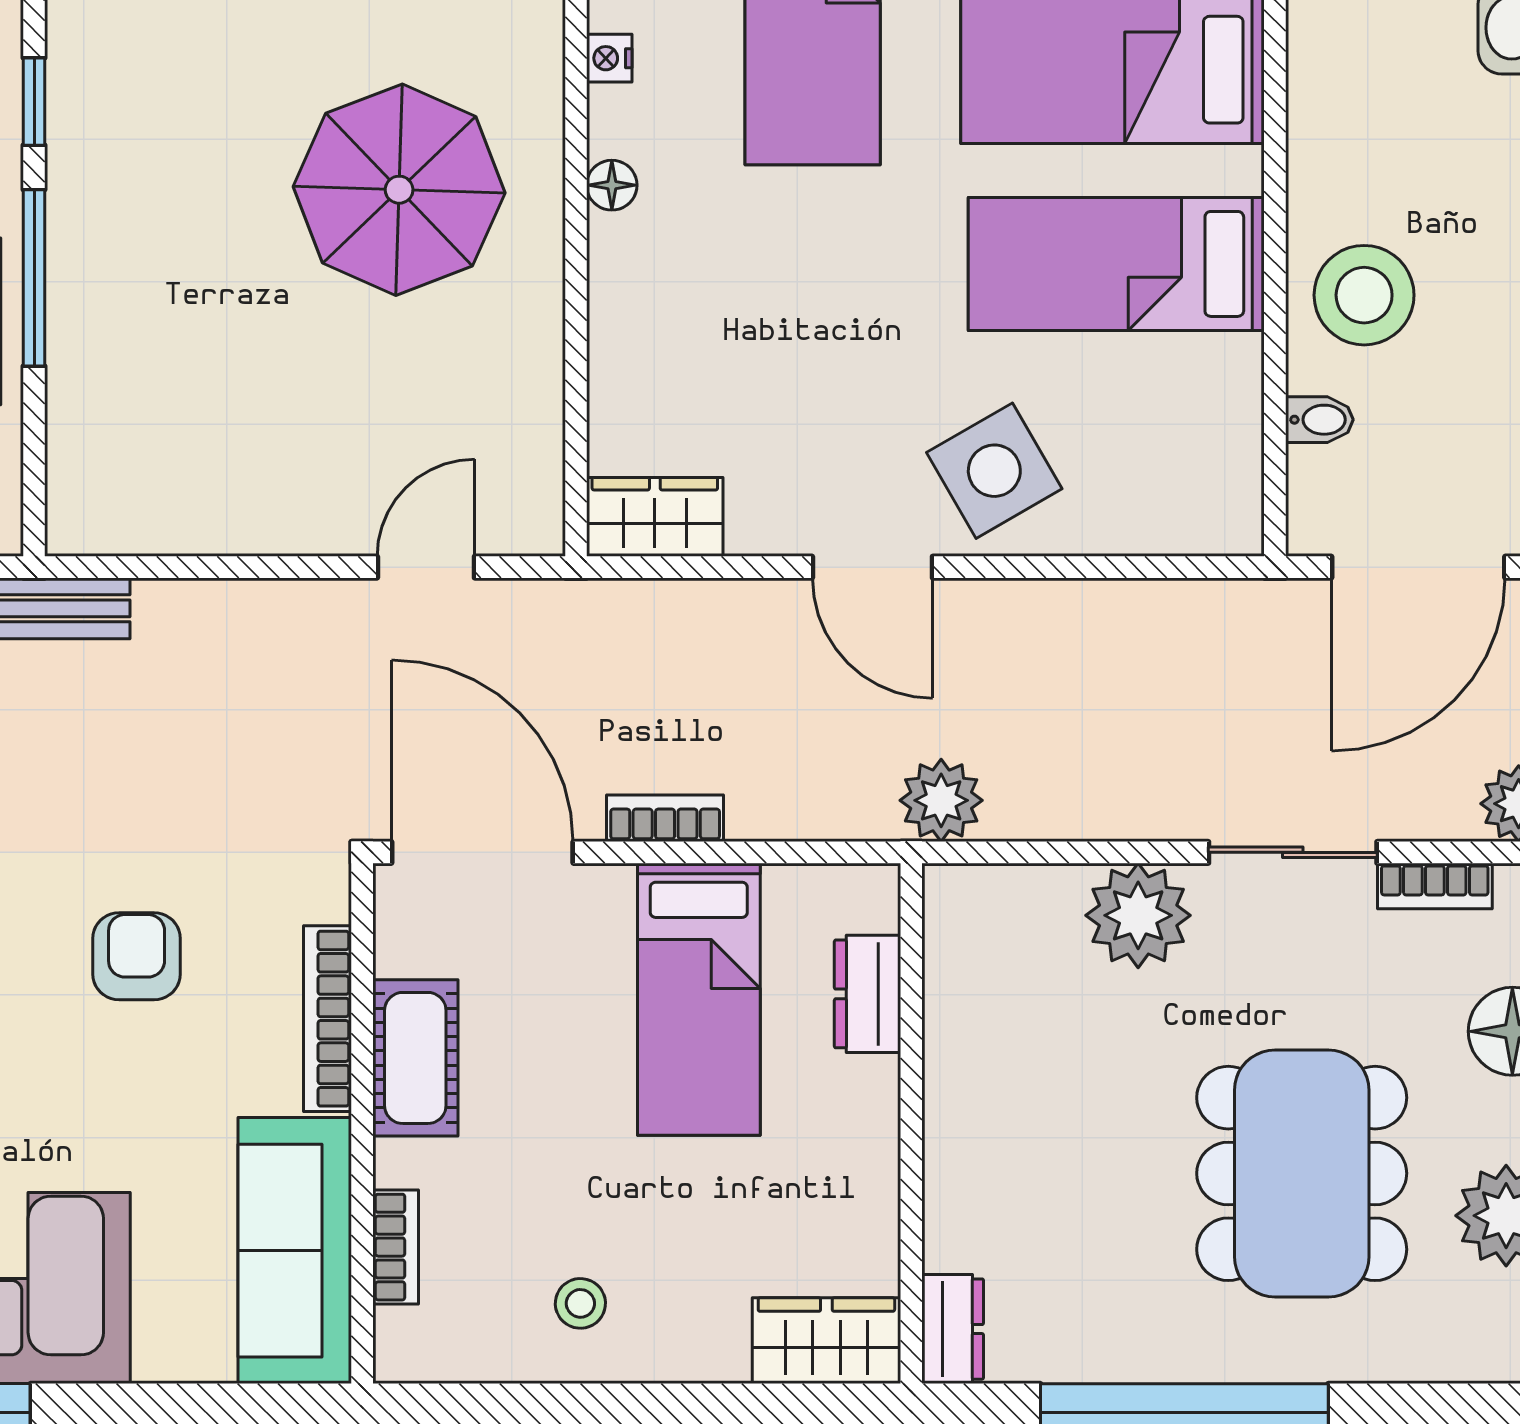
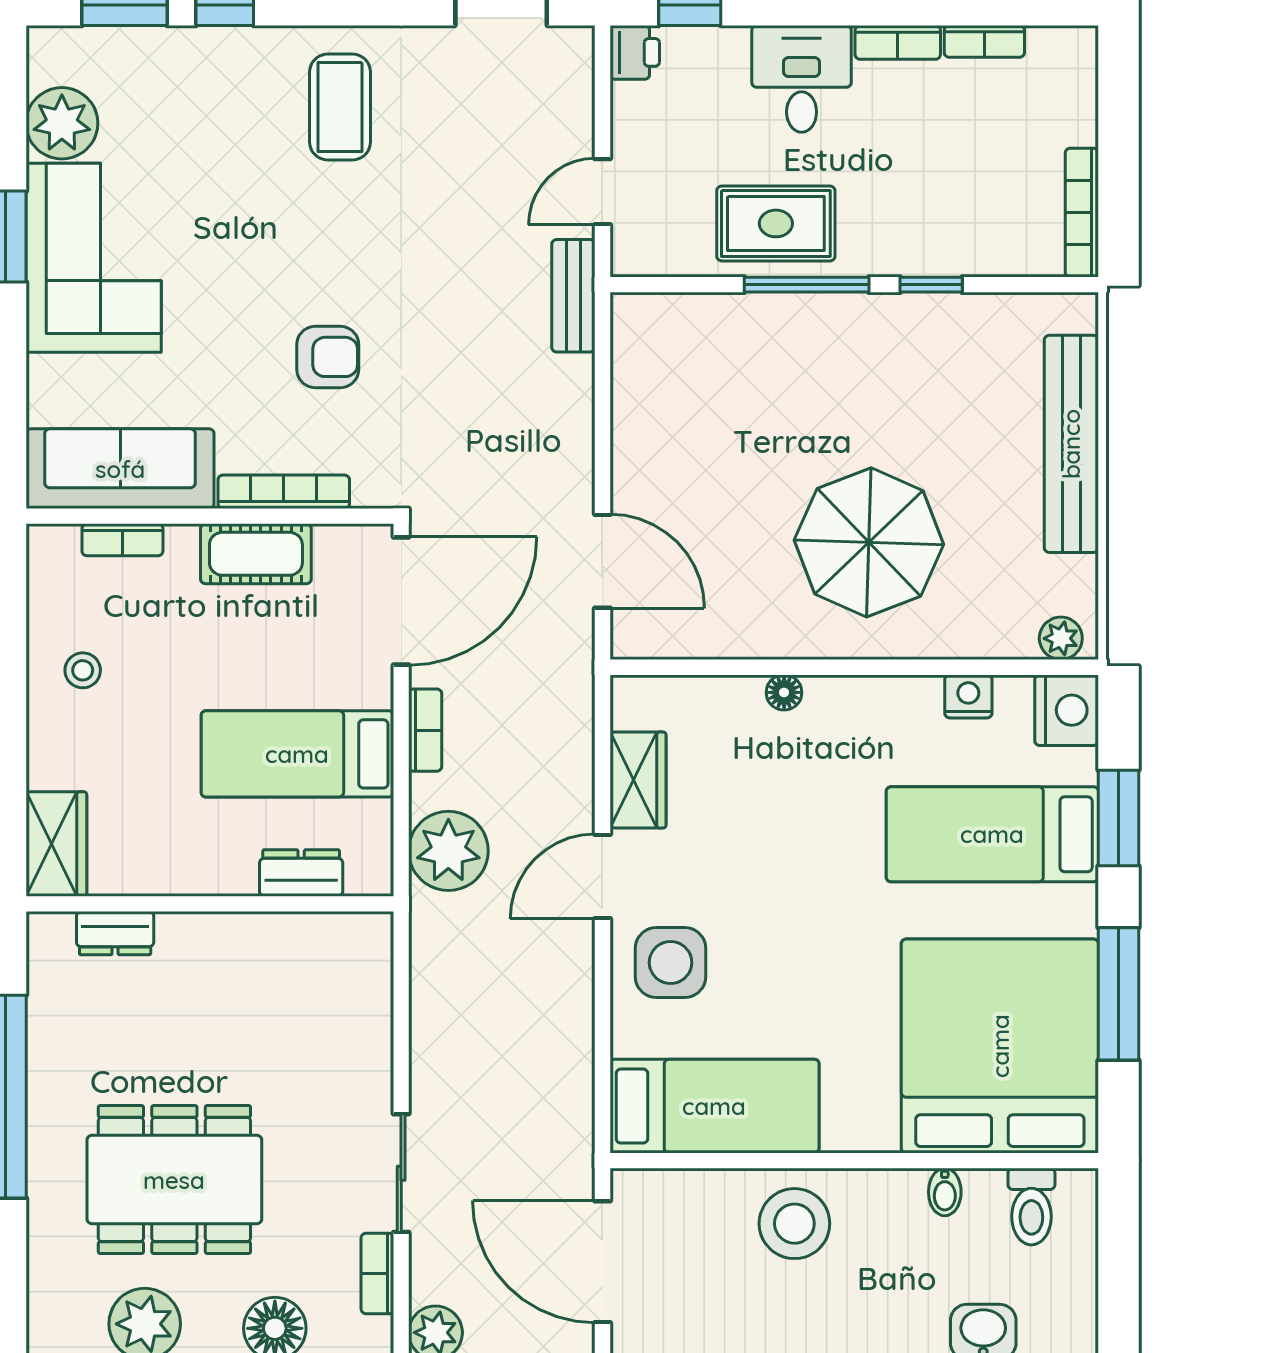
nightstand: (609, 58) -> (968, 696), width x1.39, depth x1.35
floor lamp: (612, 185) -> (784, 692), moved
bed: (1116, 264) -> (714, 1106), moved, turned 90
bidet: (1319, 420) -> (945, 1192), moved
side table: (994, 471) -> (671, 963), turned 30
wardrobe: (655, 517) -> (638, 780), moved
door: (426, 567) -> (602, 561), width x1.37
plant: (941, 800) -> (448, 851), moved, width x1.36, depth x1.36
plant: (1138, 915) -> (357, 1064), removed
dresser: (953, 1329) -> (115, 933), moved

